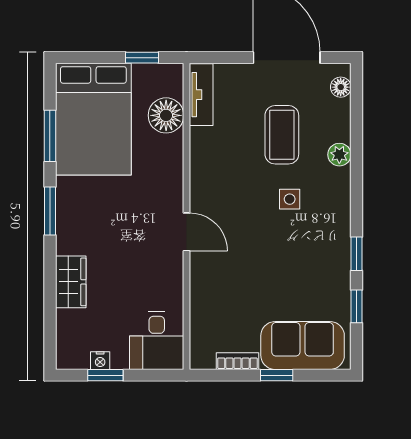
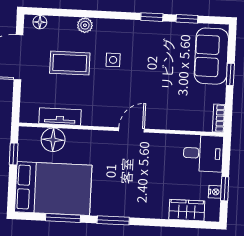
tv unit: (201, 95) -> (60, 117), moved
wardrobe: (71, 282) -> (187, 210), moved
bookcase: (238, 361) -> (219, 118), moved

